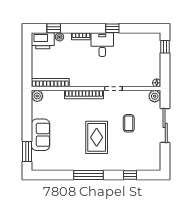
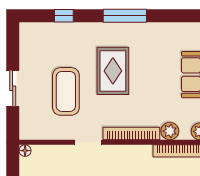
plant: (155, 96) -> (170, 131), moved
coffee table: (129, 123) -> (66, 91), width x1.86, depth x1.72
sliding door: (165, 125) -> (13, 88), width x0.73

